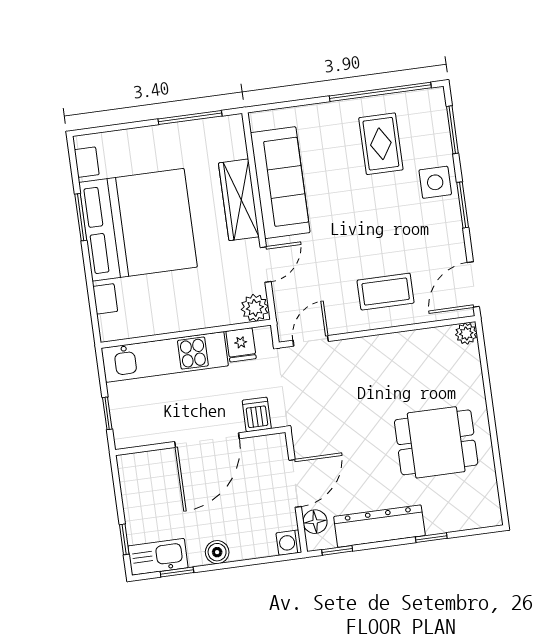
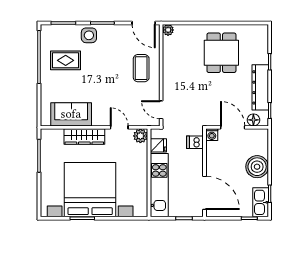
sofa: (280, 183) -> (71, 114), width x0.73
door: (207, 440) -> (205, 193), moved
washing machine: (289, 543) -> (212, 135), moved
boiler: (217, 552) -> (257, 167), width x1.86, depth x1.86

